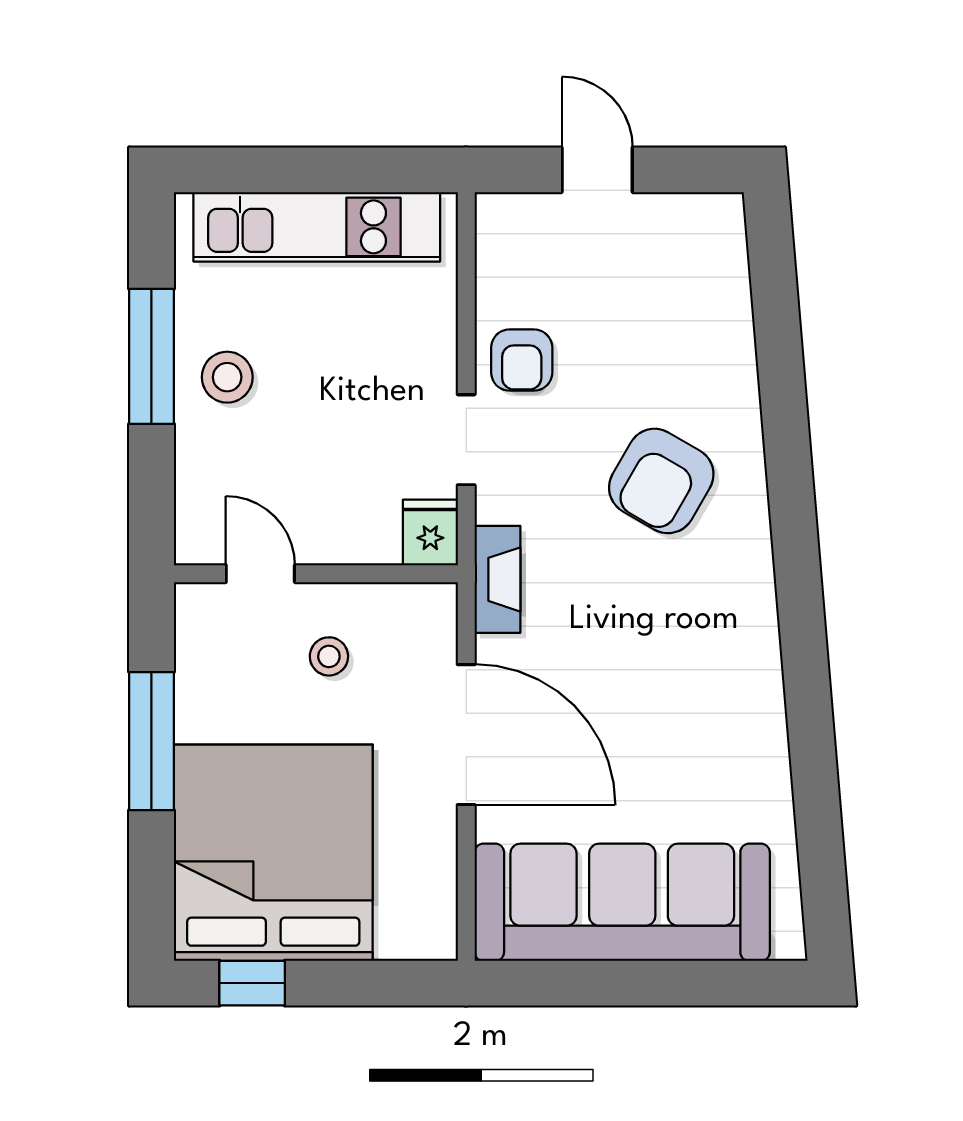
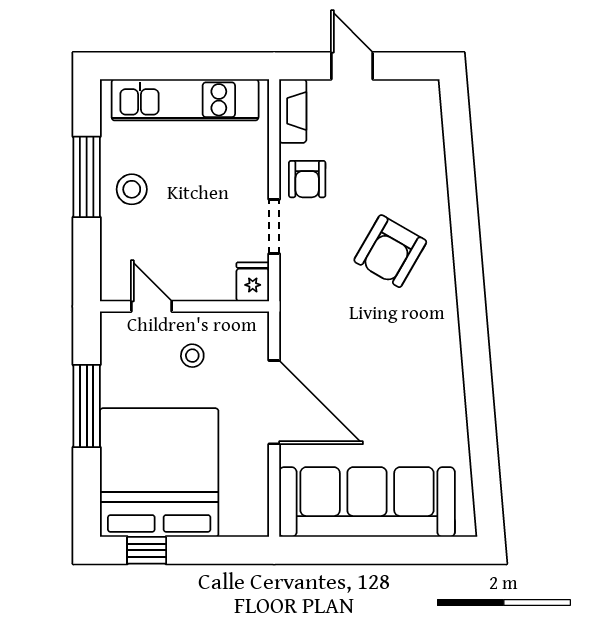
fireplace: (497, 579) -> (293, 111), moved

